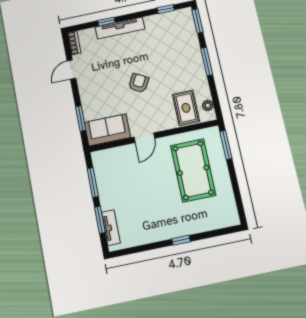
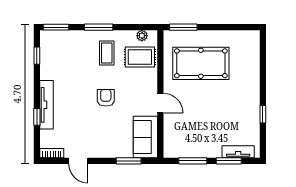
coffee table: (183, 75) -> (107, 53), added
armchair: (139, 83) -> (106, 98), turned 61
window: (181, 240) -> (263, 114), moved

